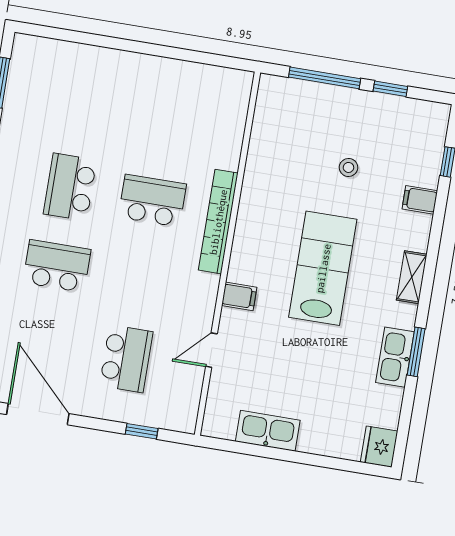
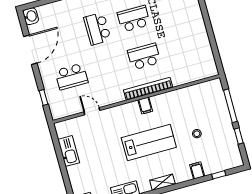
school desk: (152, 201) -> (144, 57), turned -90
school desk: (57, 266) -> (97, 29), turned 180
filing cabinet: (239, 296) -> (145, 106), moved

